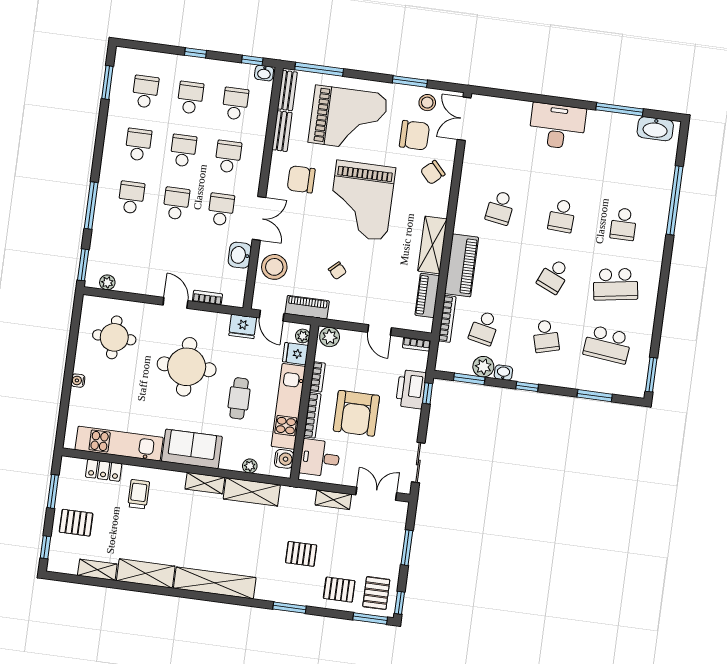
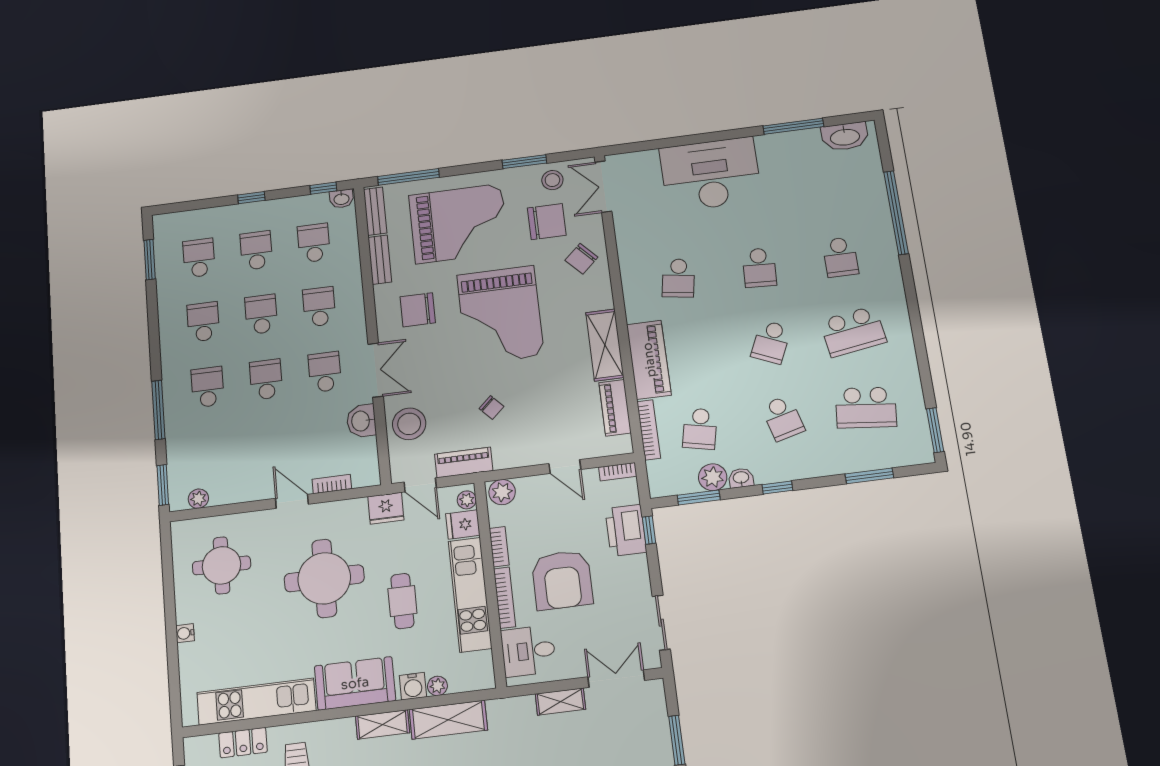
desk: (557, 126) -> (710, 174), width x1.36, depth x1.30
water cooler: (284, 459) -> (413, 686), moved, turned 90

